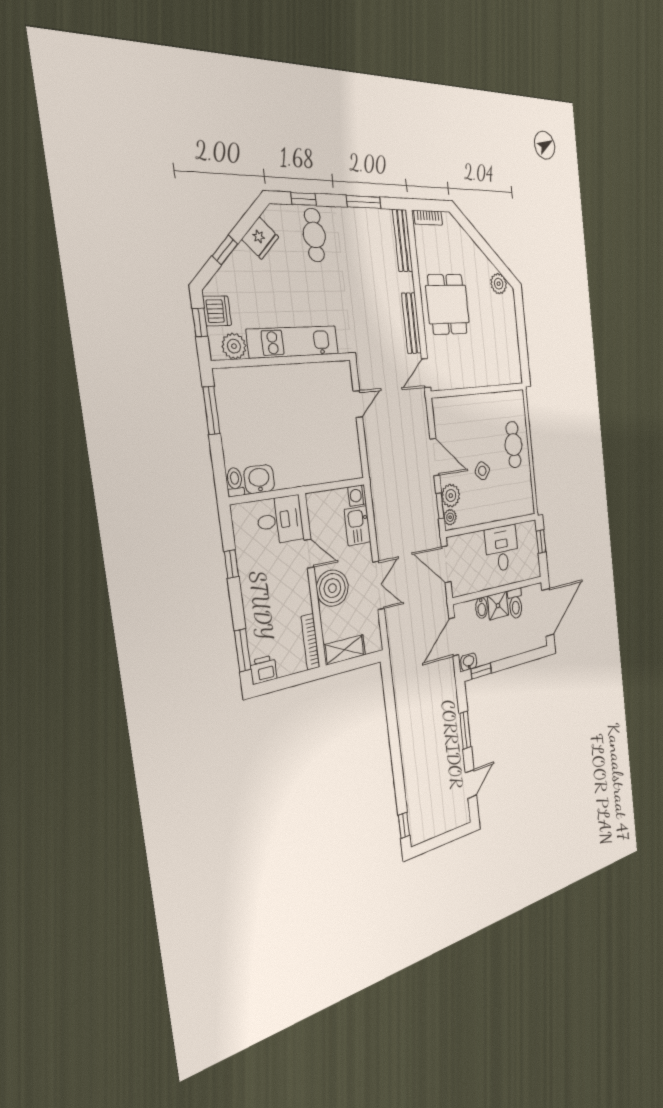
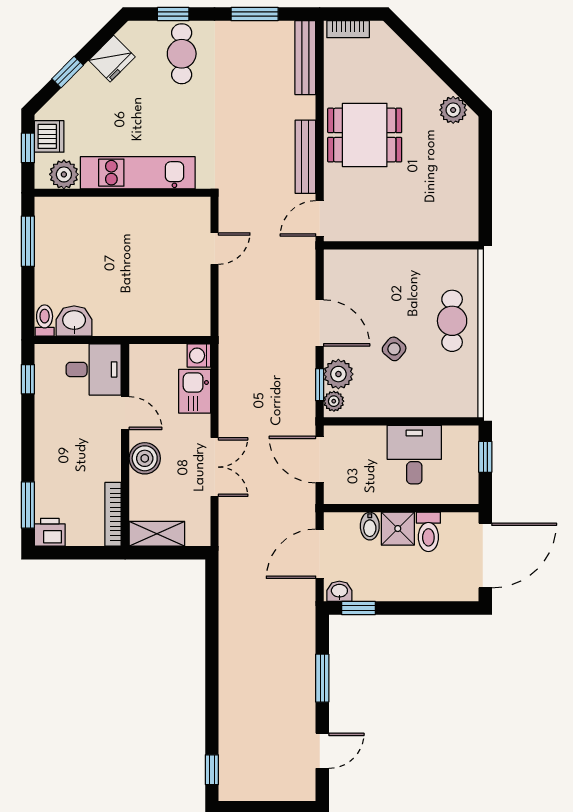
dining table: (448, 304) -> (365, 135), turned 90
window: (231, 564) -> (28, 379), moved
boiler: (332, 588) -> (145, 458), width x0.73, depth x0.73

